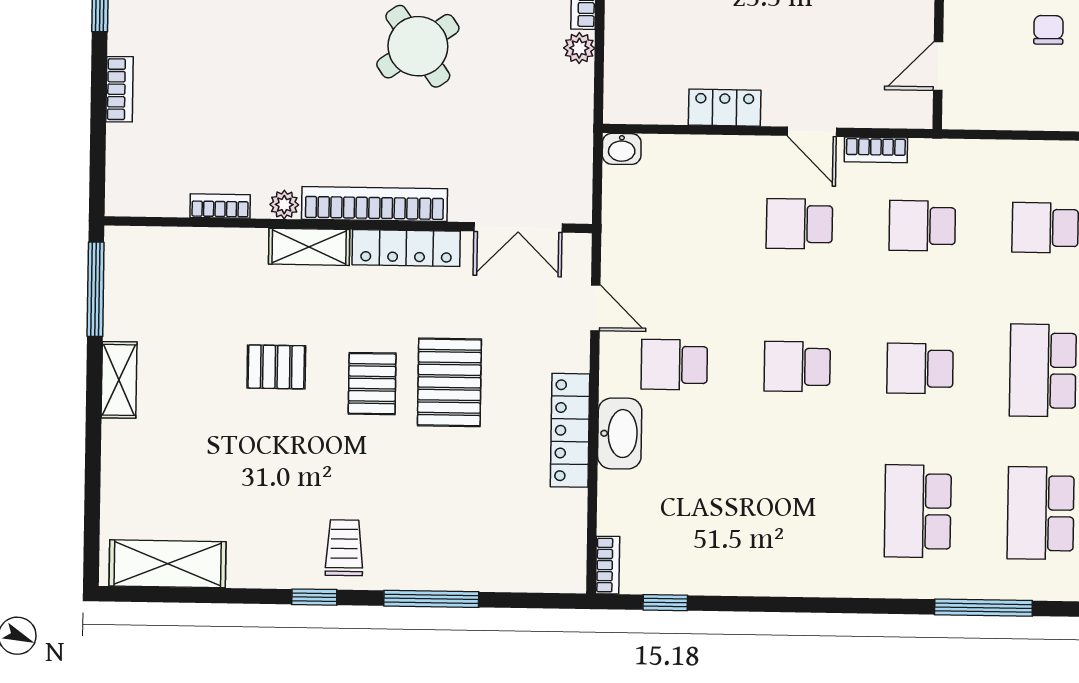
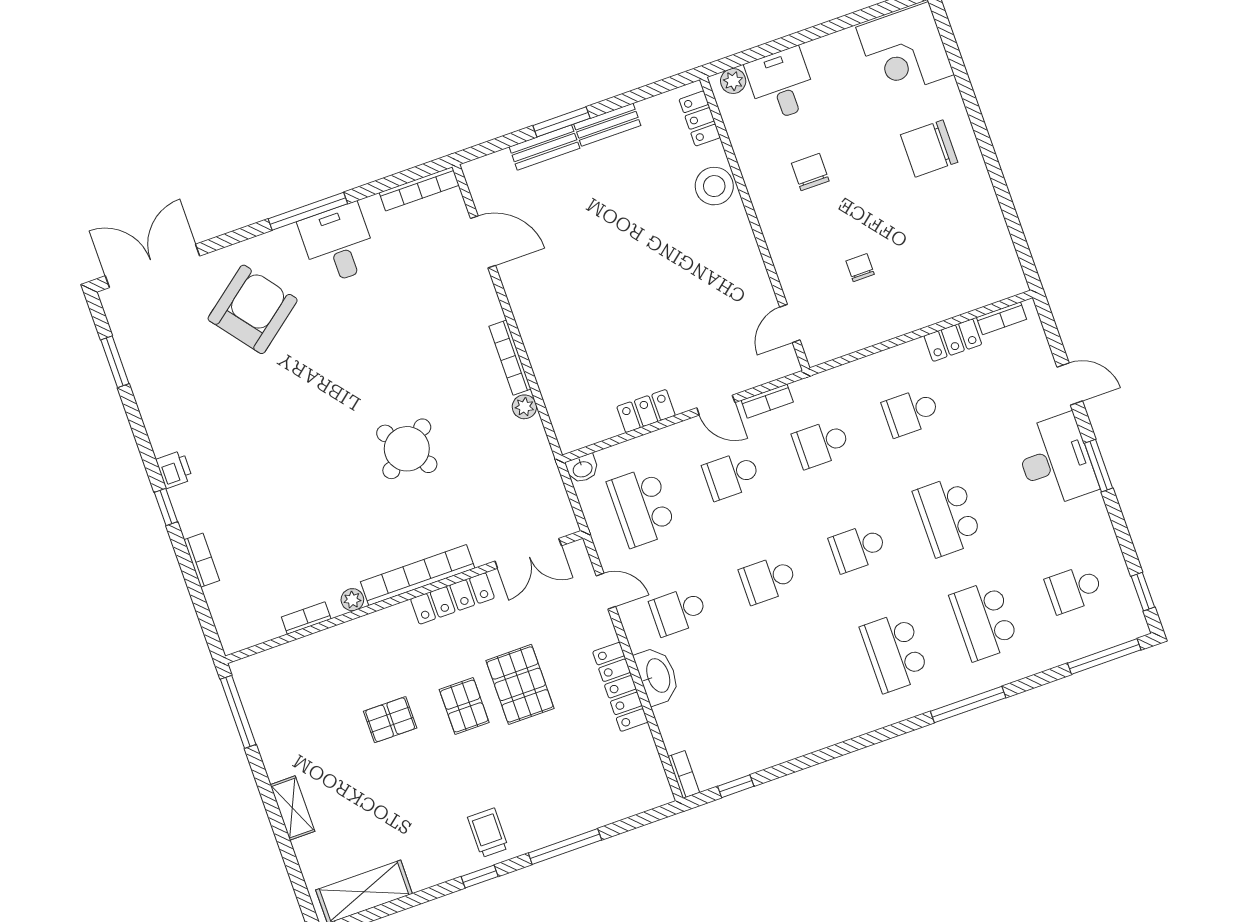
school desk: (677, 222) -> (642, 507), added
shelving: (309, 247) -> (382, 624), removed
shelving: (119, 380) -> (292, 808), moved

